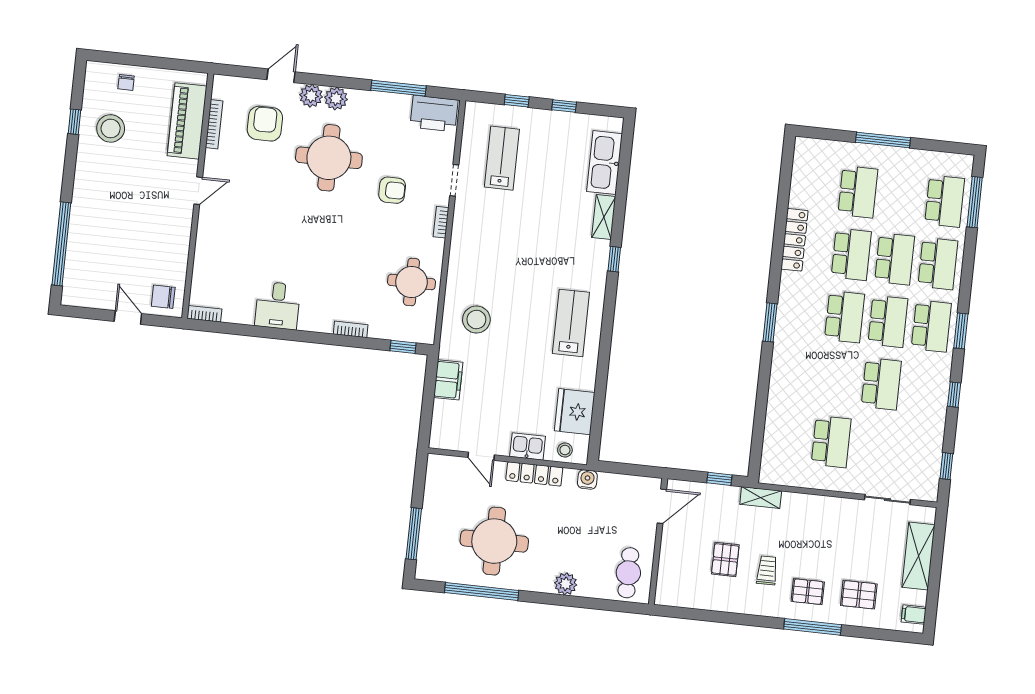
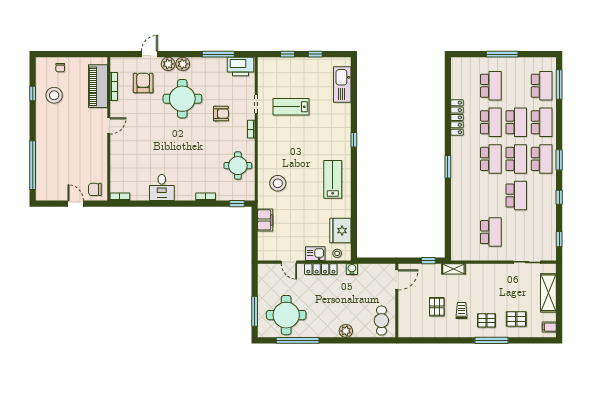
lab bench: (502, 158) -> (291, 107), moved, turned -90
shelving: (604, 217) -> (345, 116), removed
round table: (494, 541) -> (286, 315), moved

